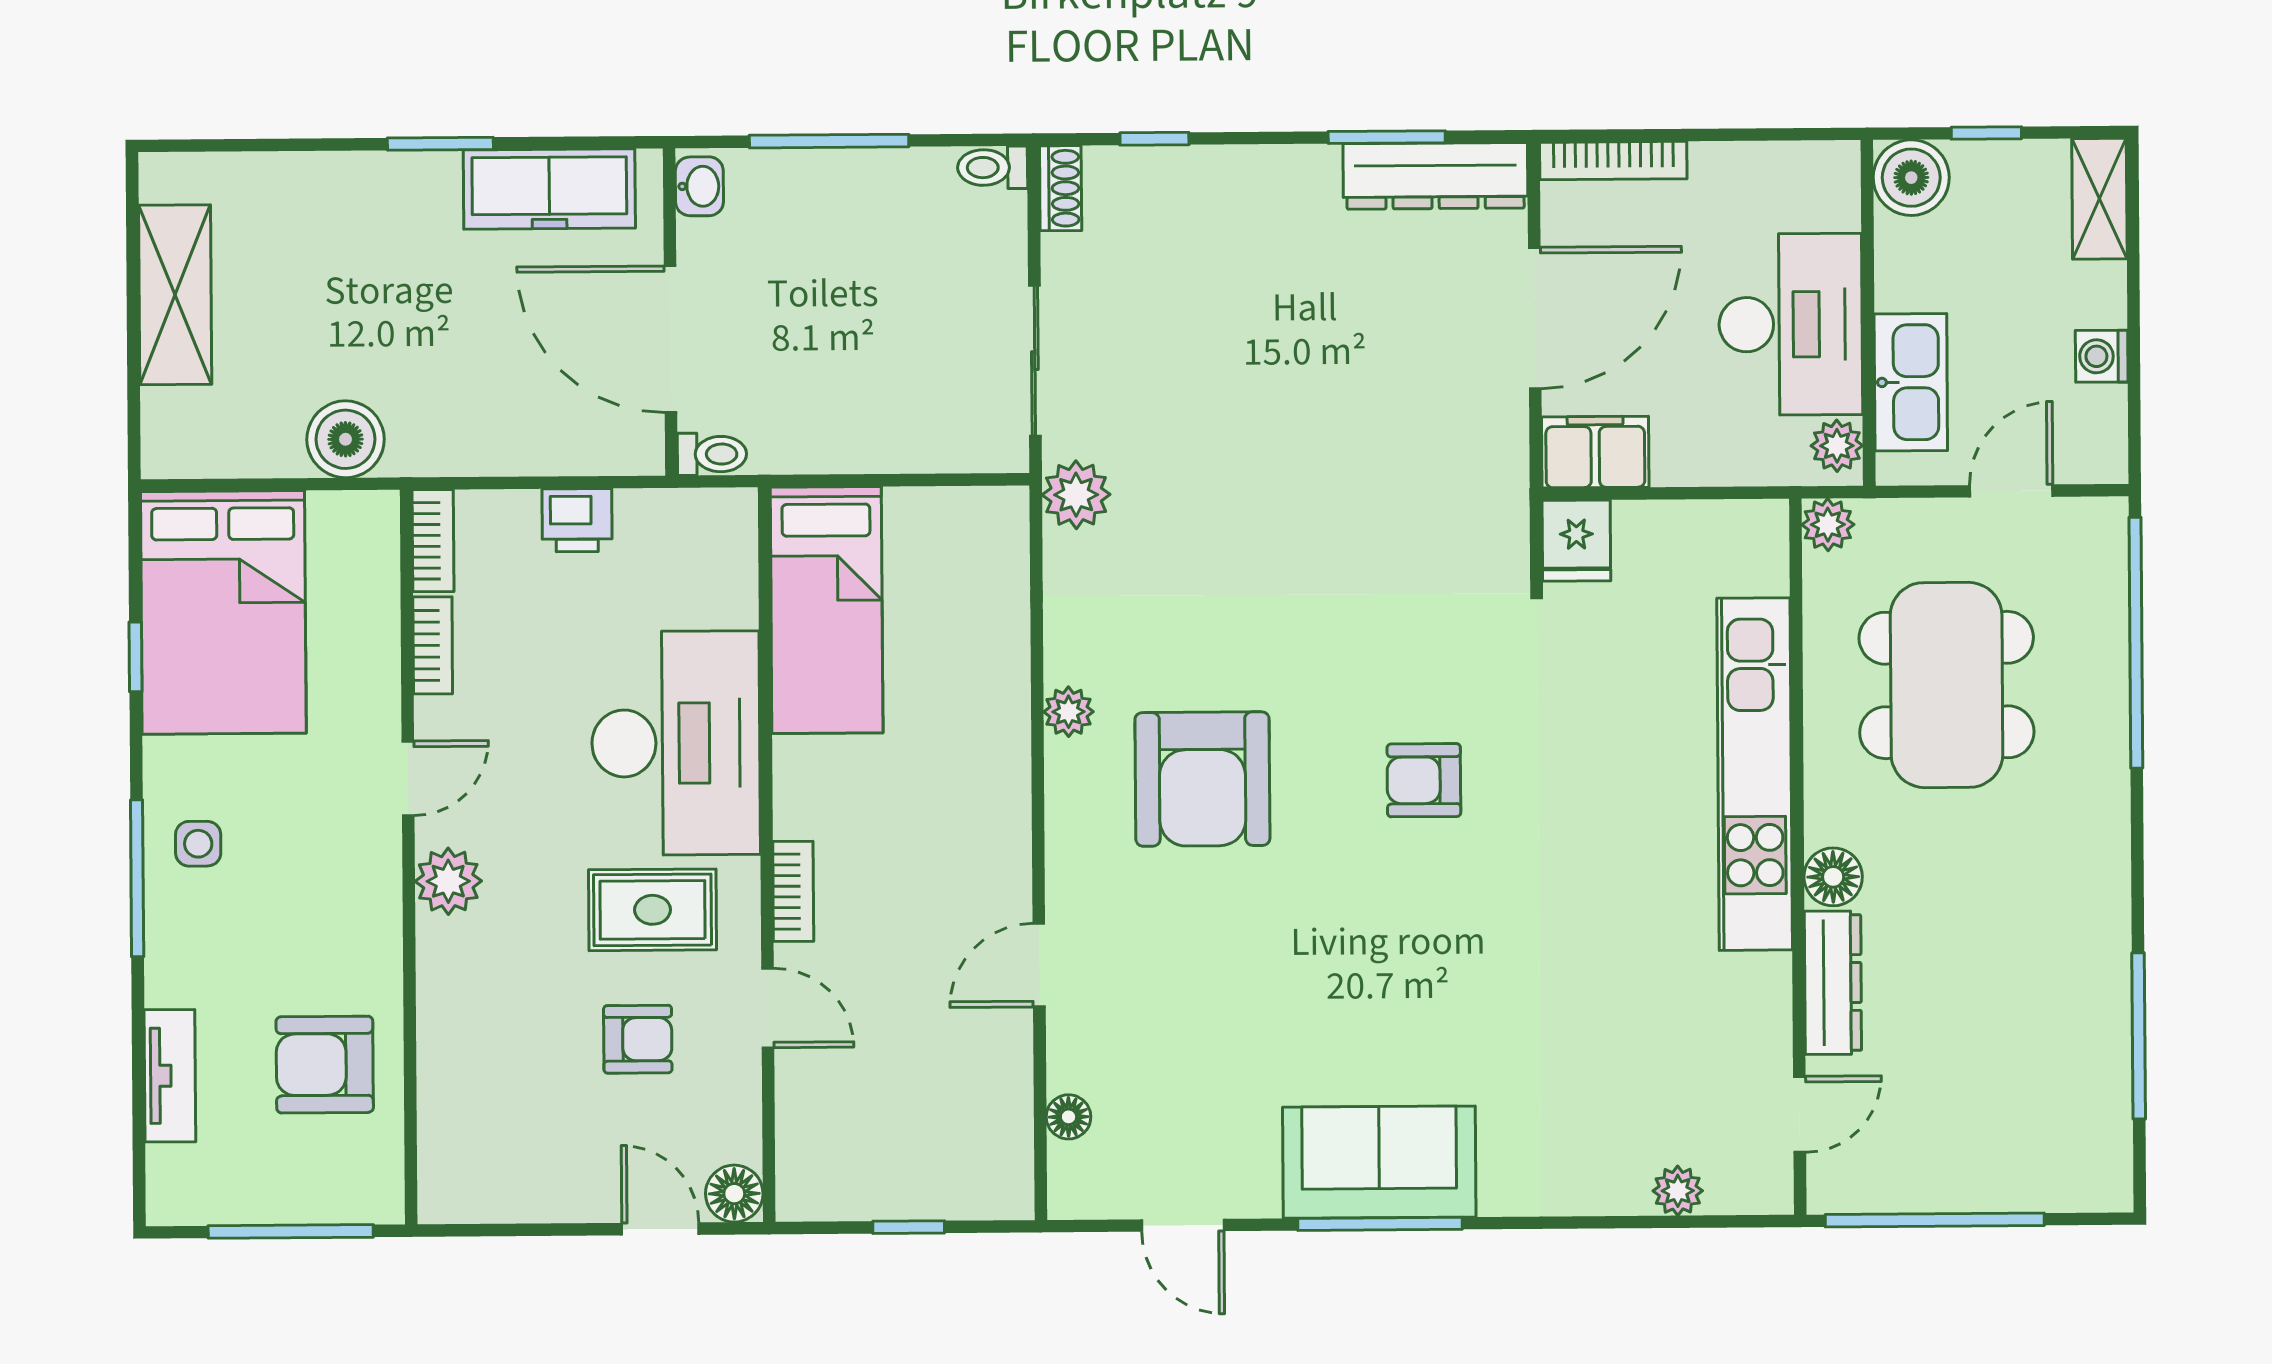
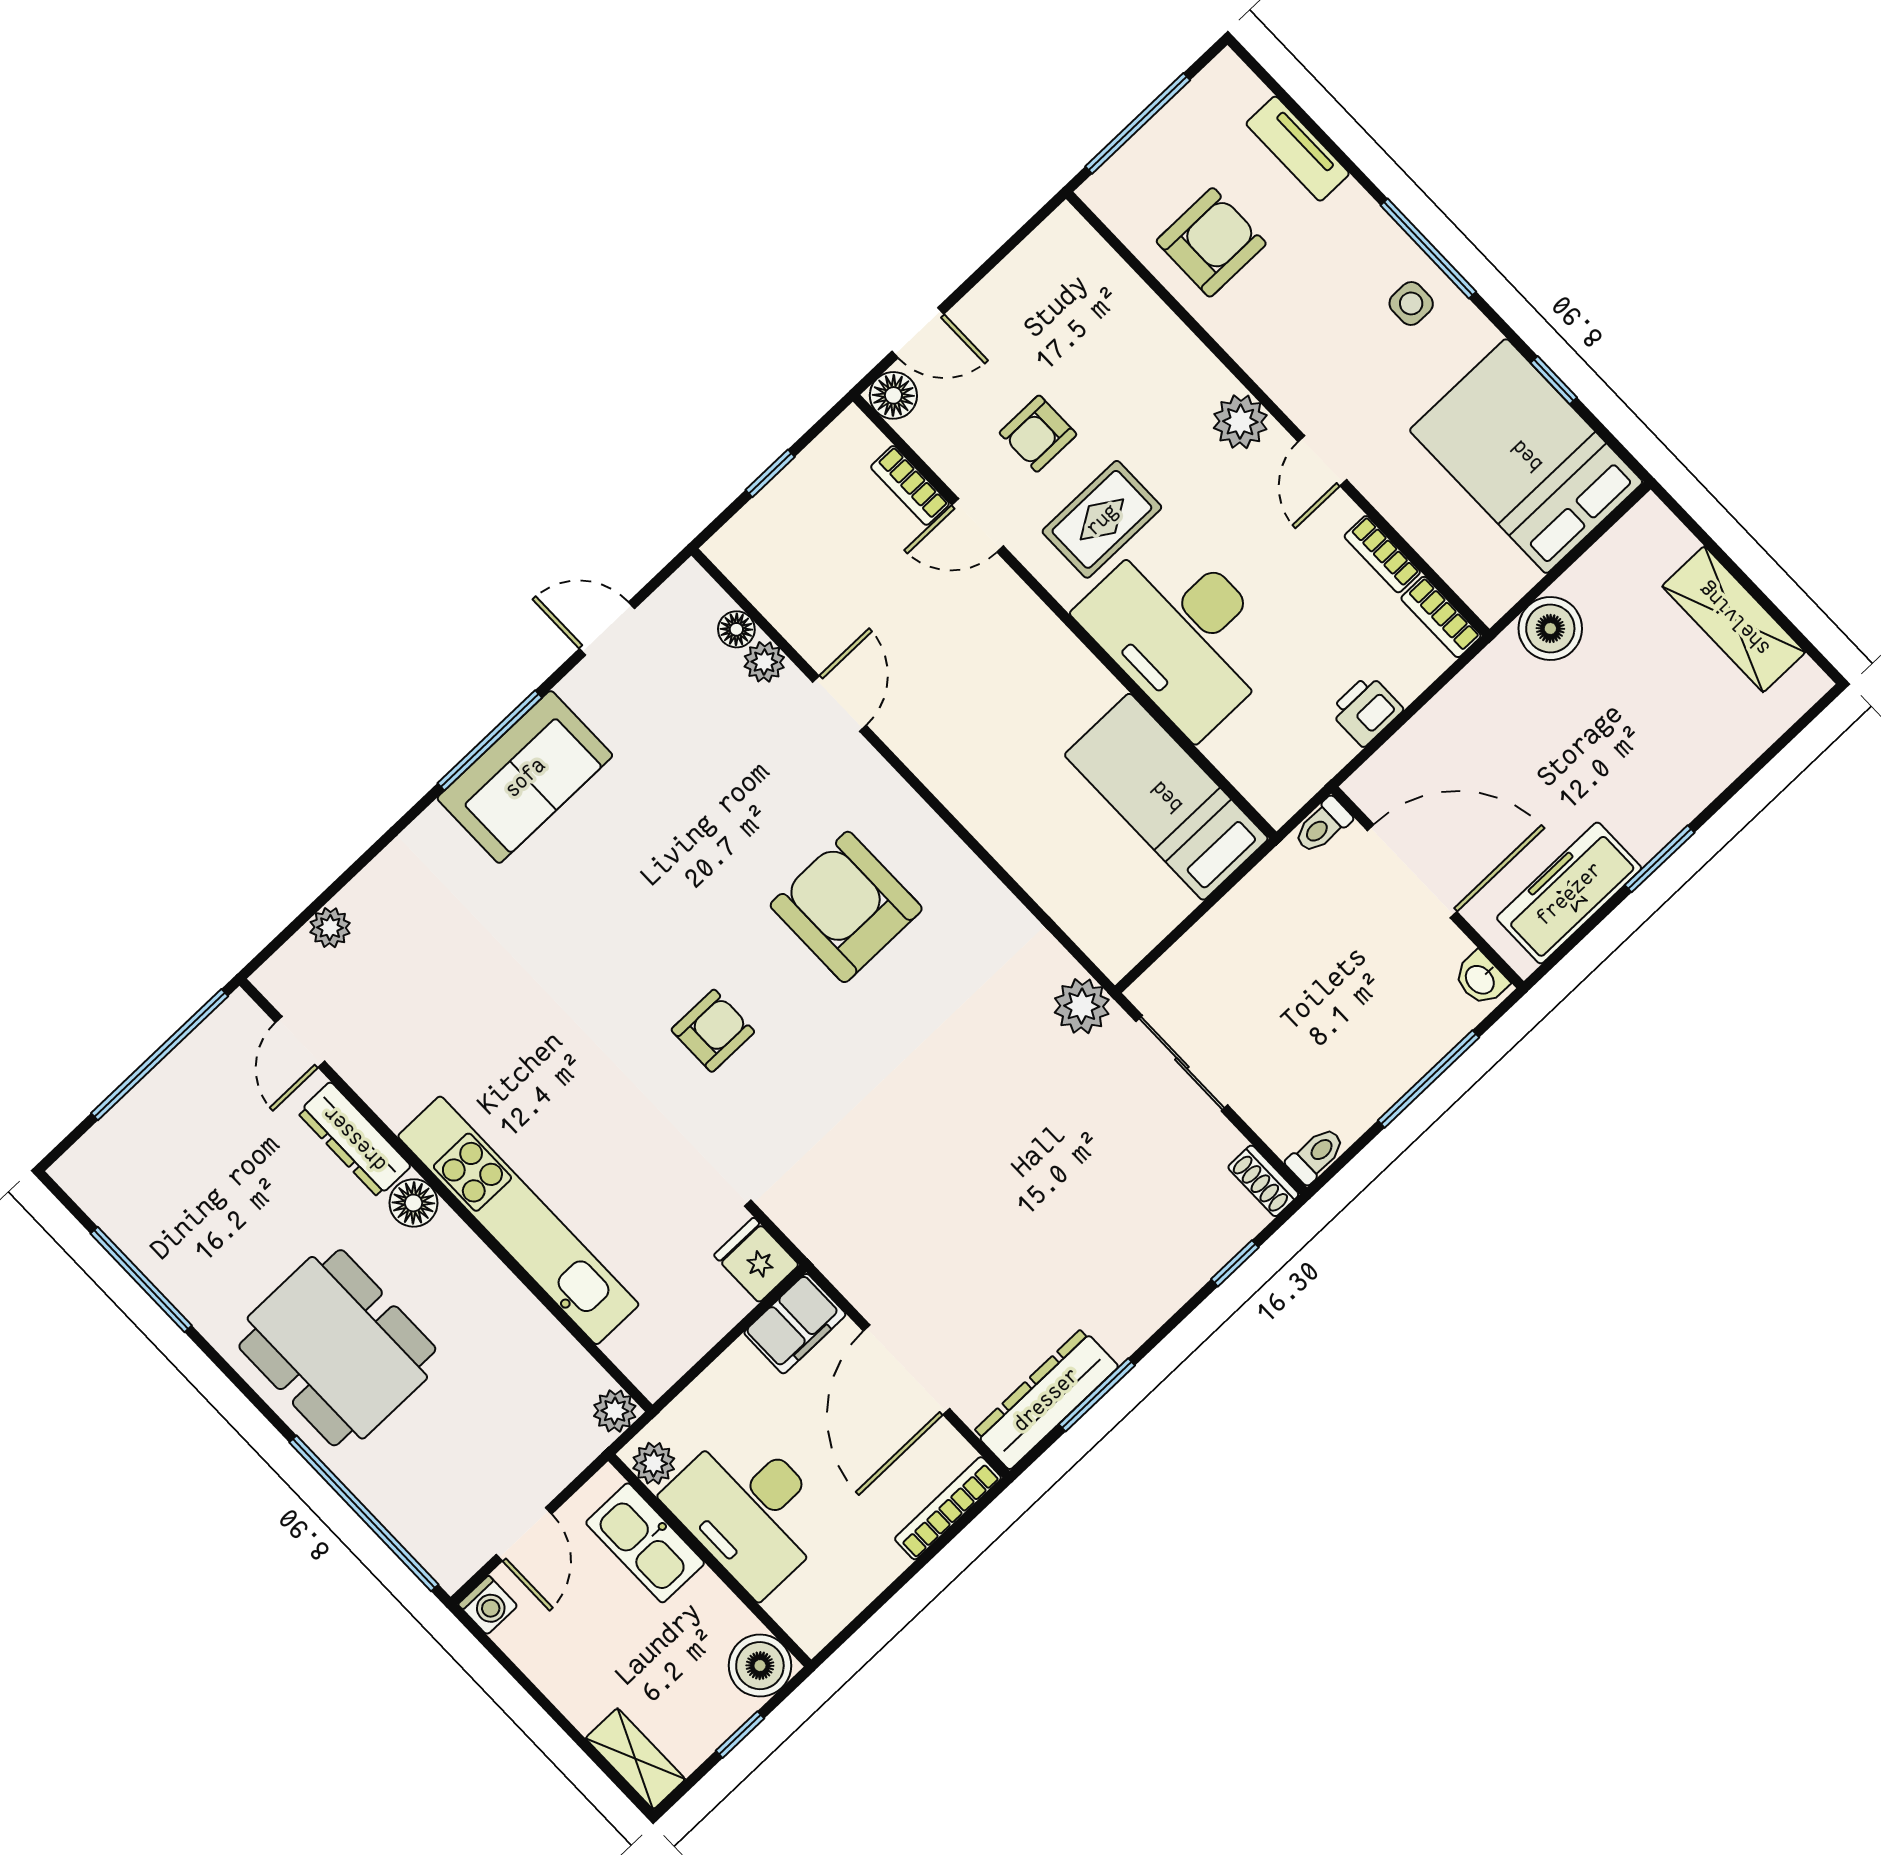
washing machine: (2102, 356) -> (488, 1605), moved, turned 90
dining table: (1947, 685) -> (337, 1348), moved
plant: (1068, 712) -> (764, 662), moved
bookcase: (793, 891) -> (910, 485), moved

